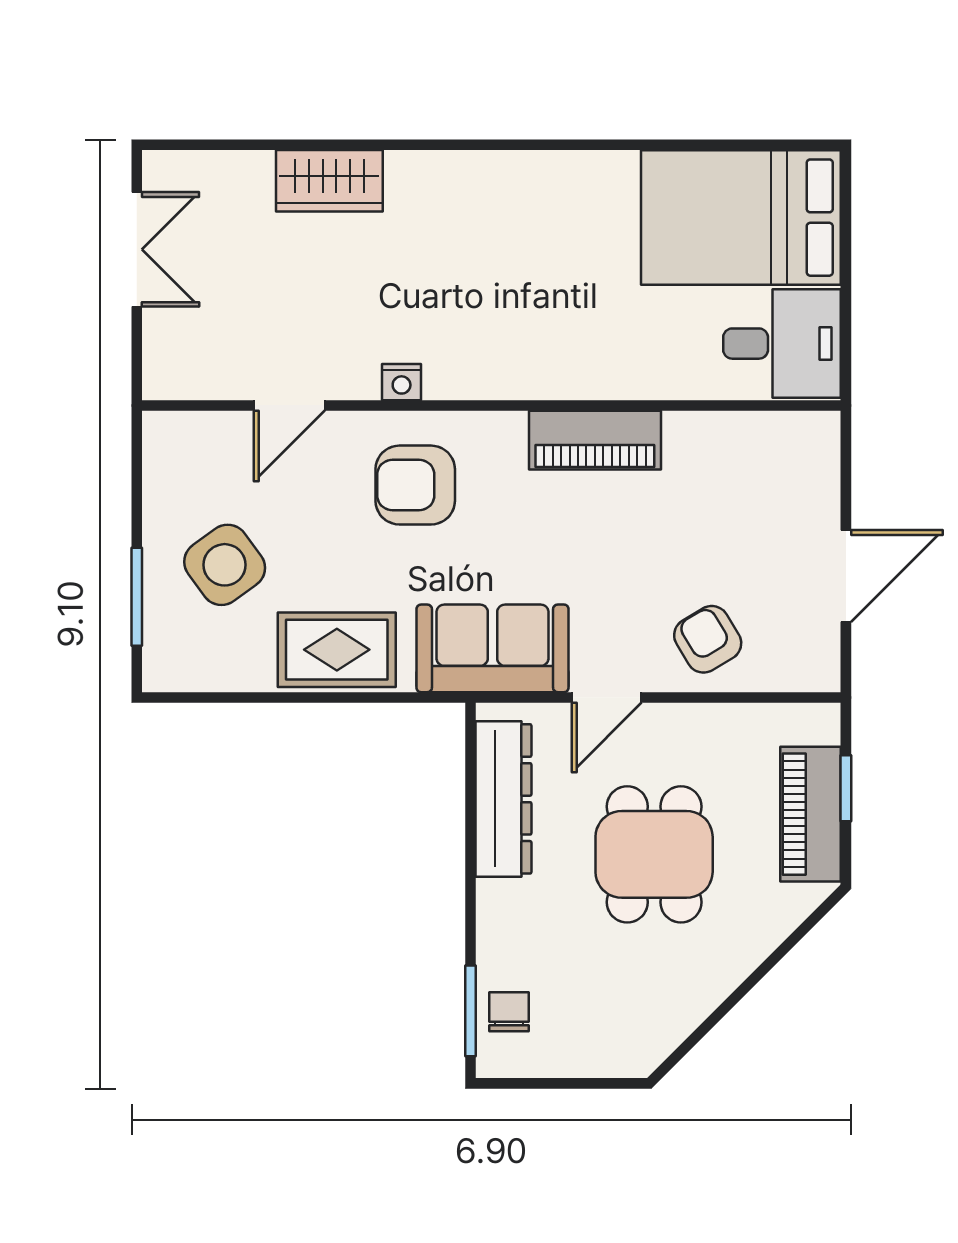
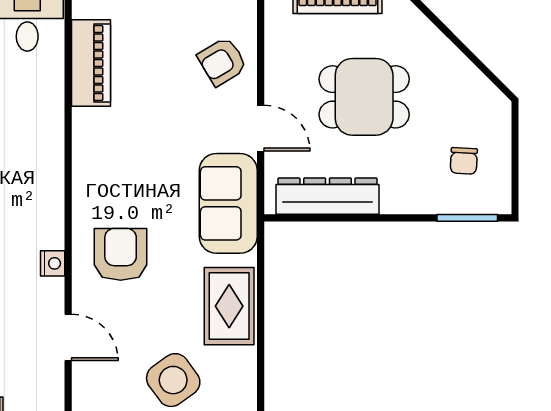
piano: (595, 440) -> (91, 63), moved
armchair: (415, 485) -> (121, 254), turned 180
chair: (509, 1012) -> (464, 161), moved, turned -87

